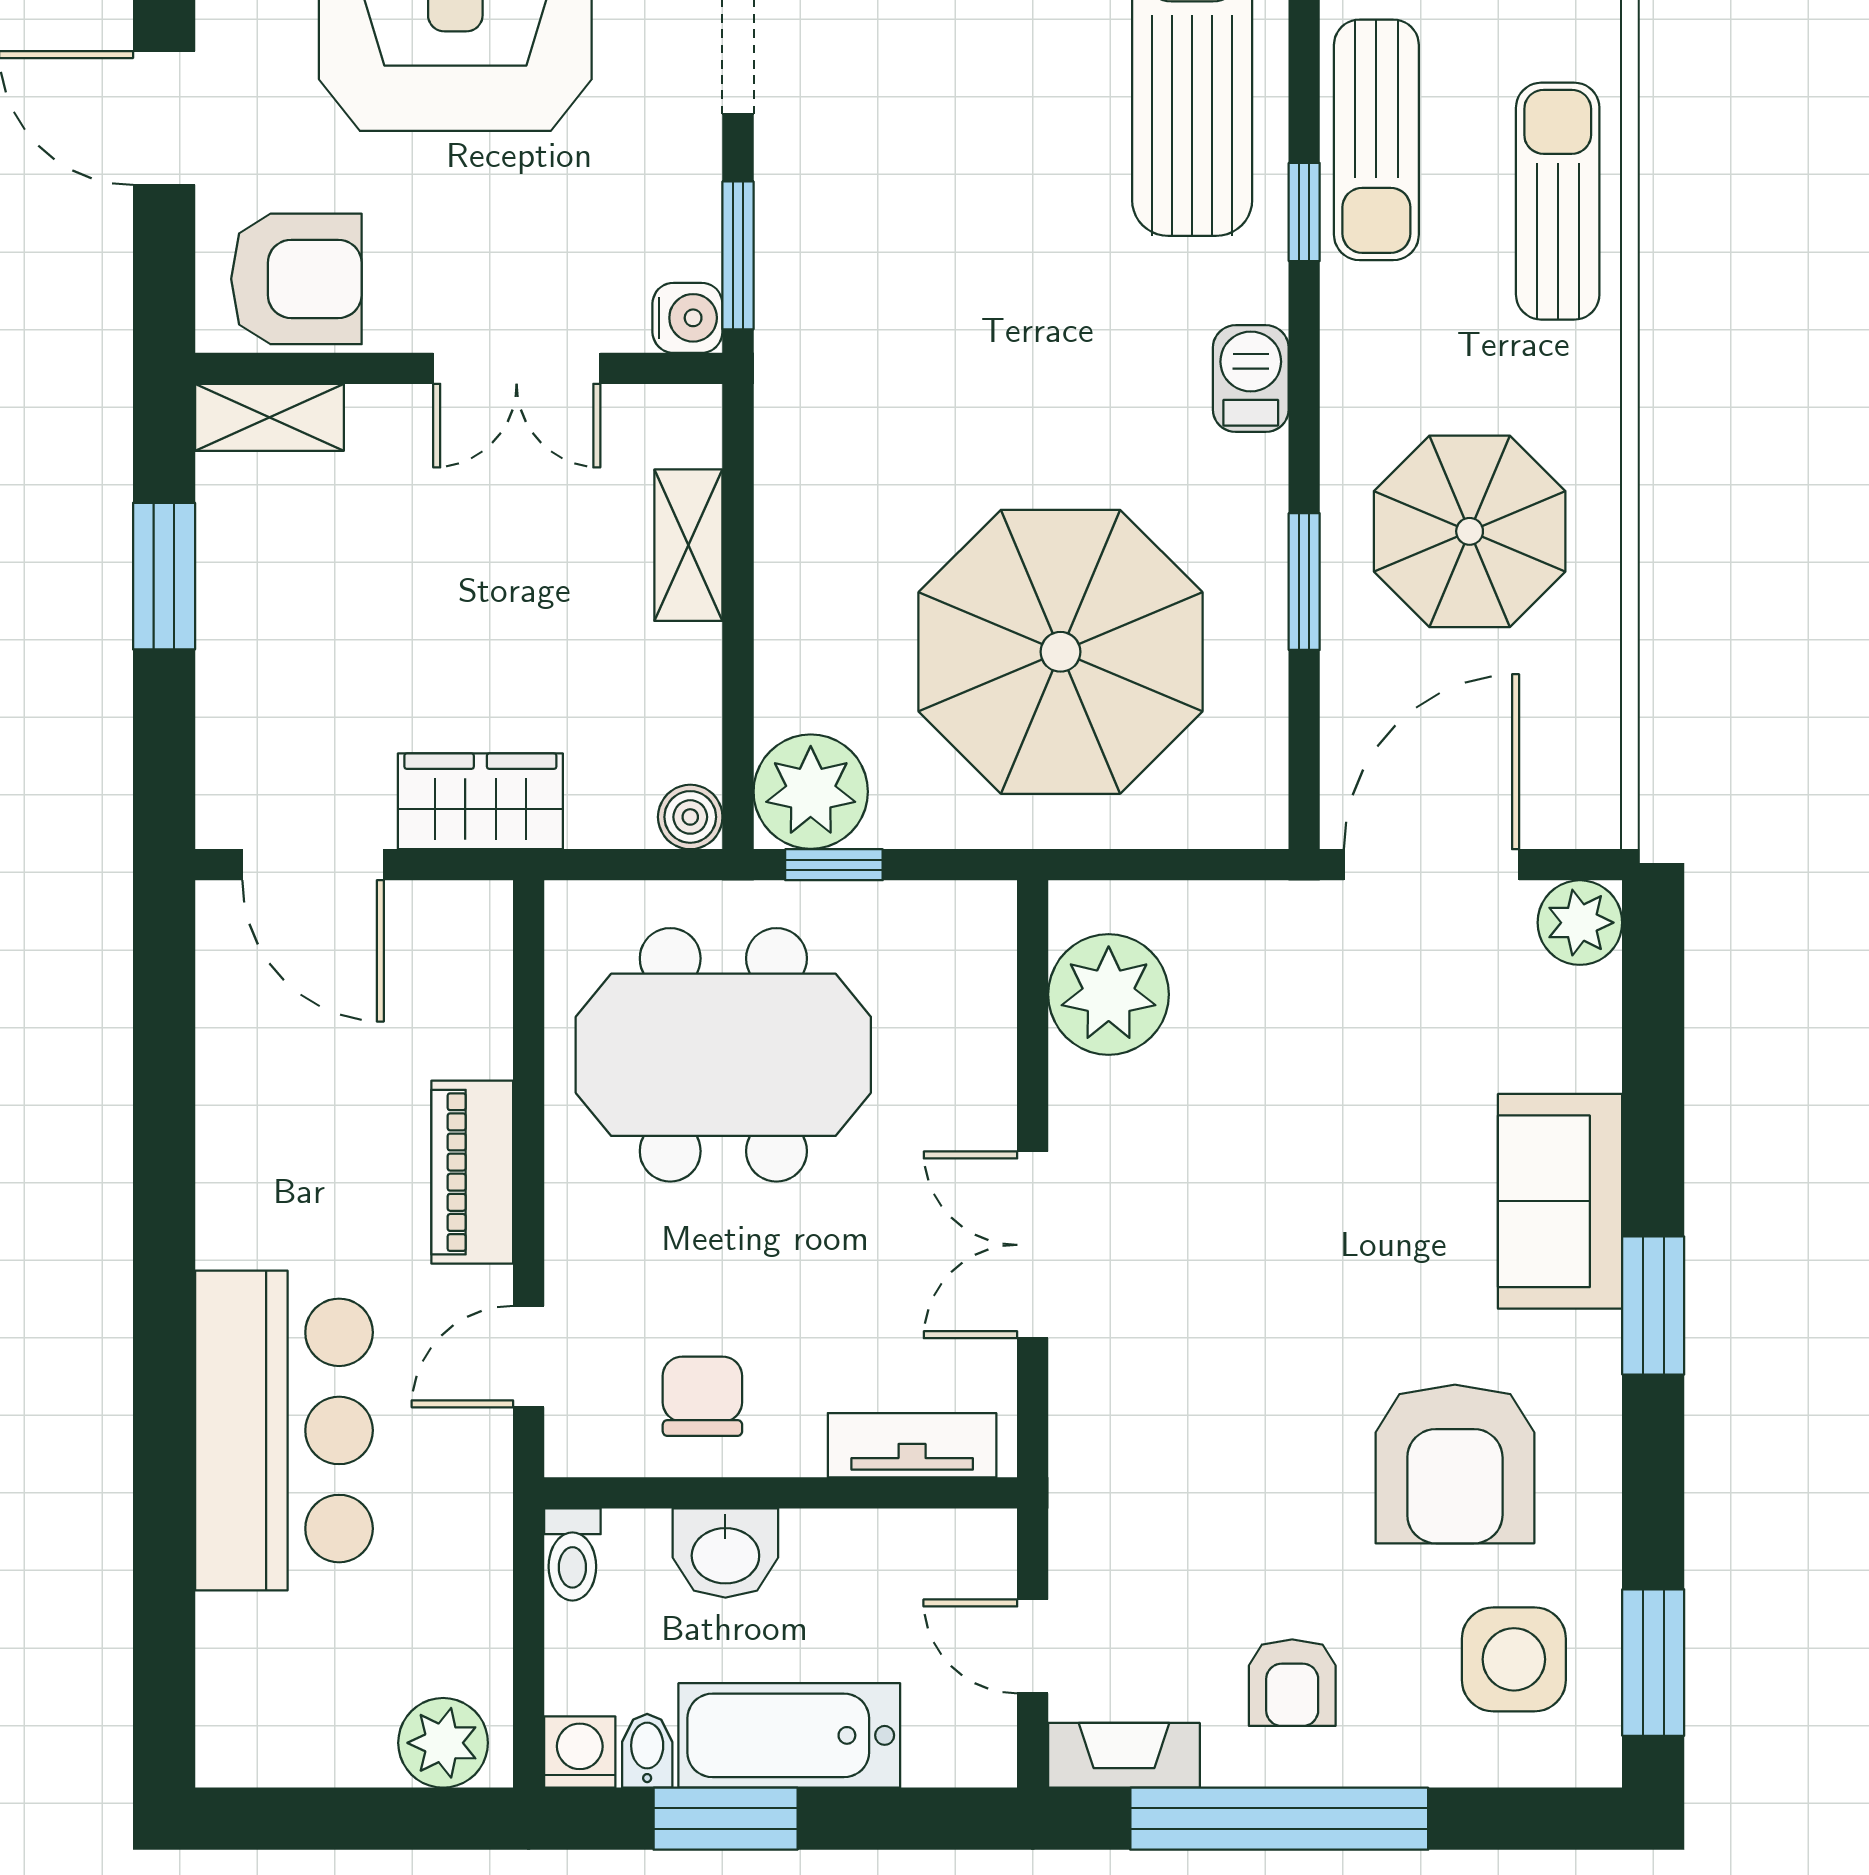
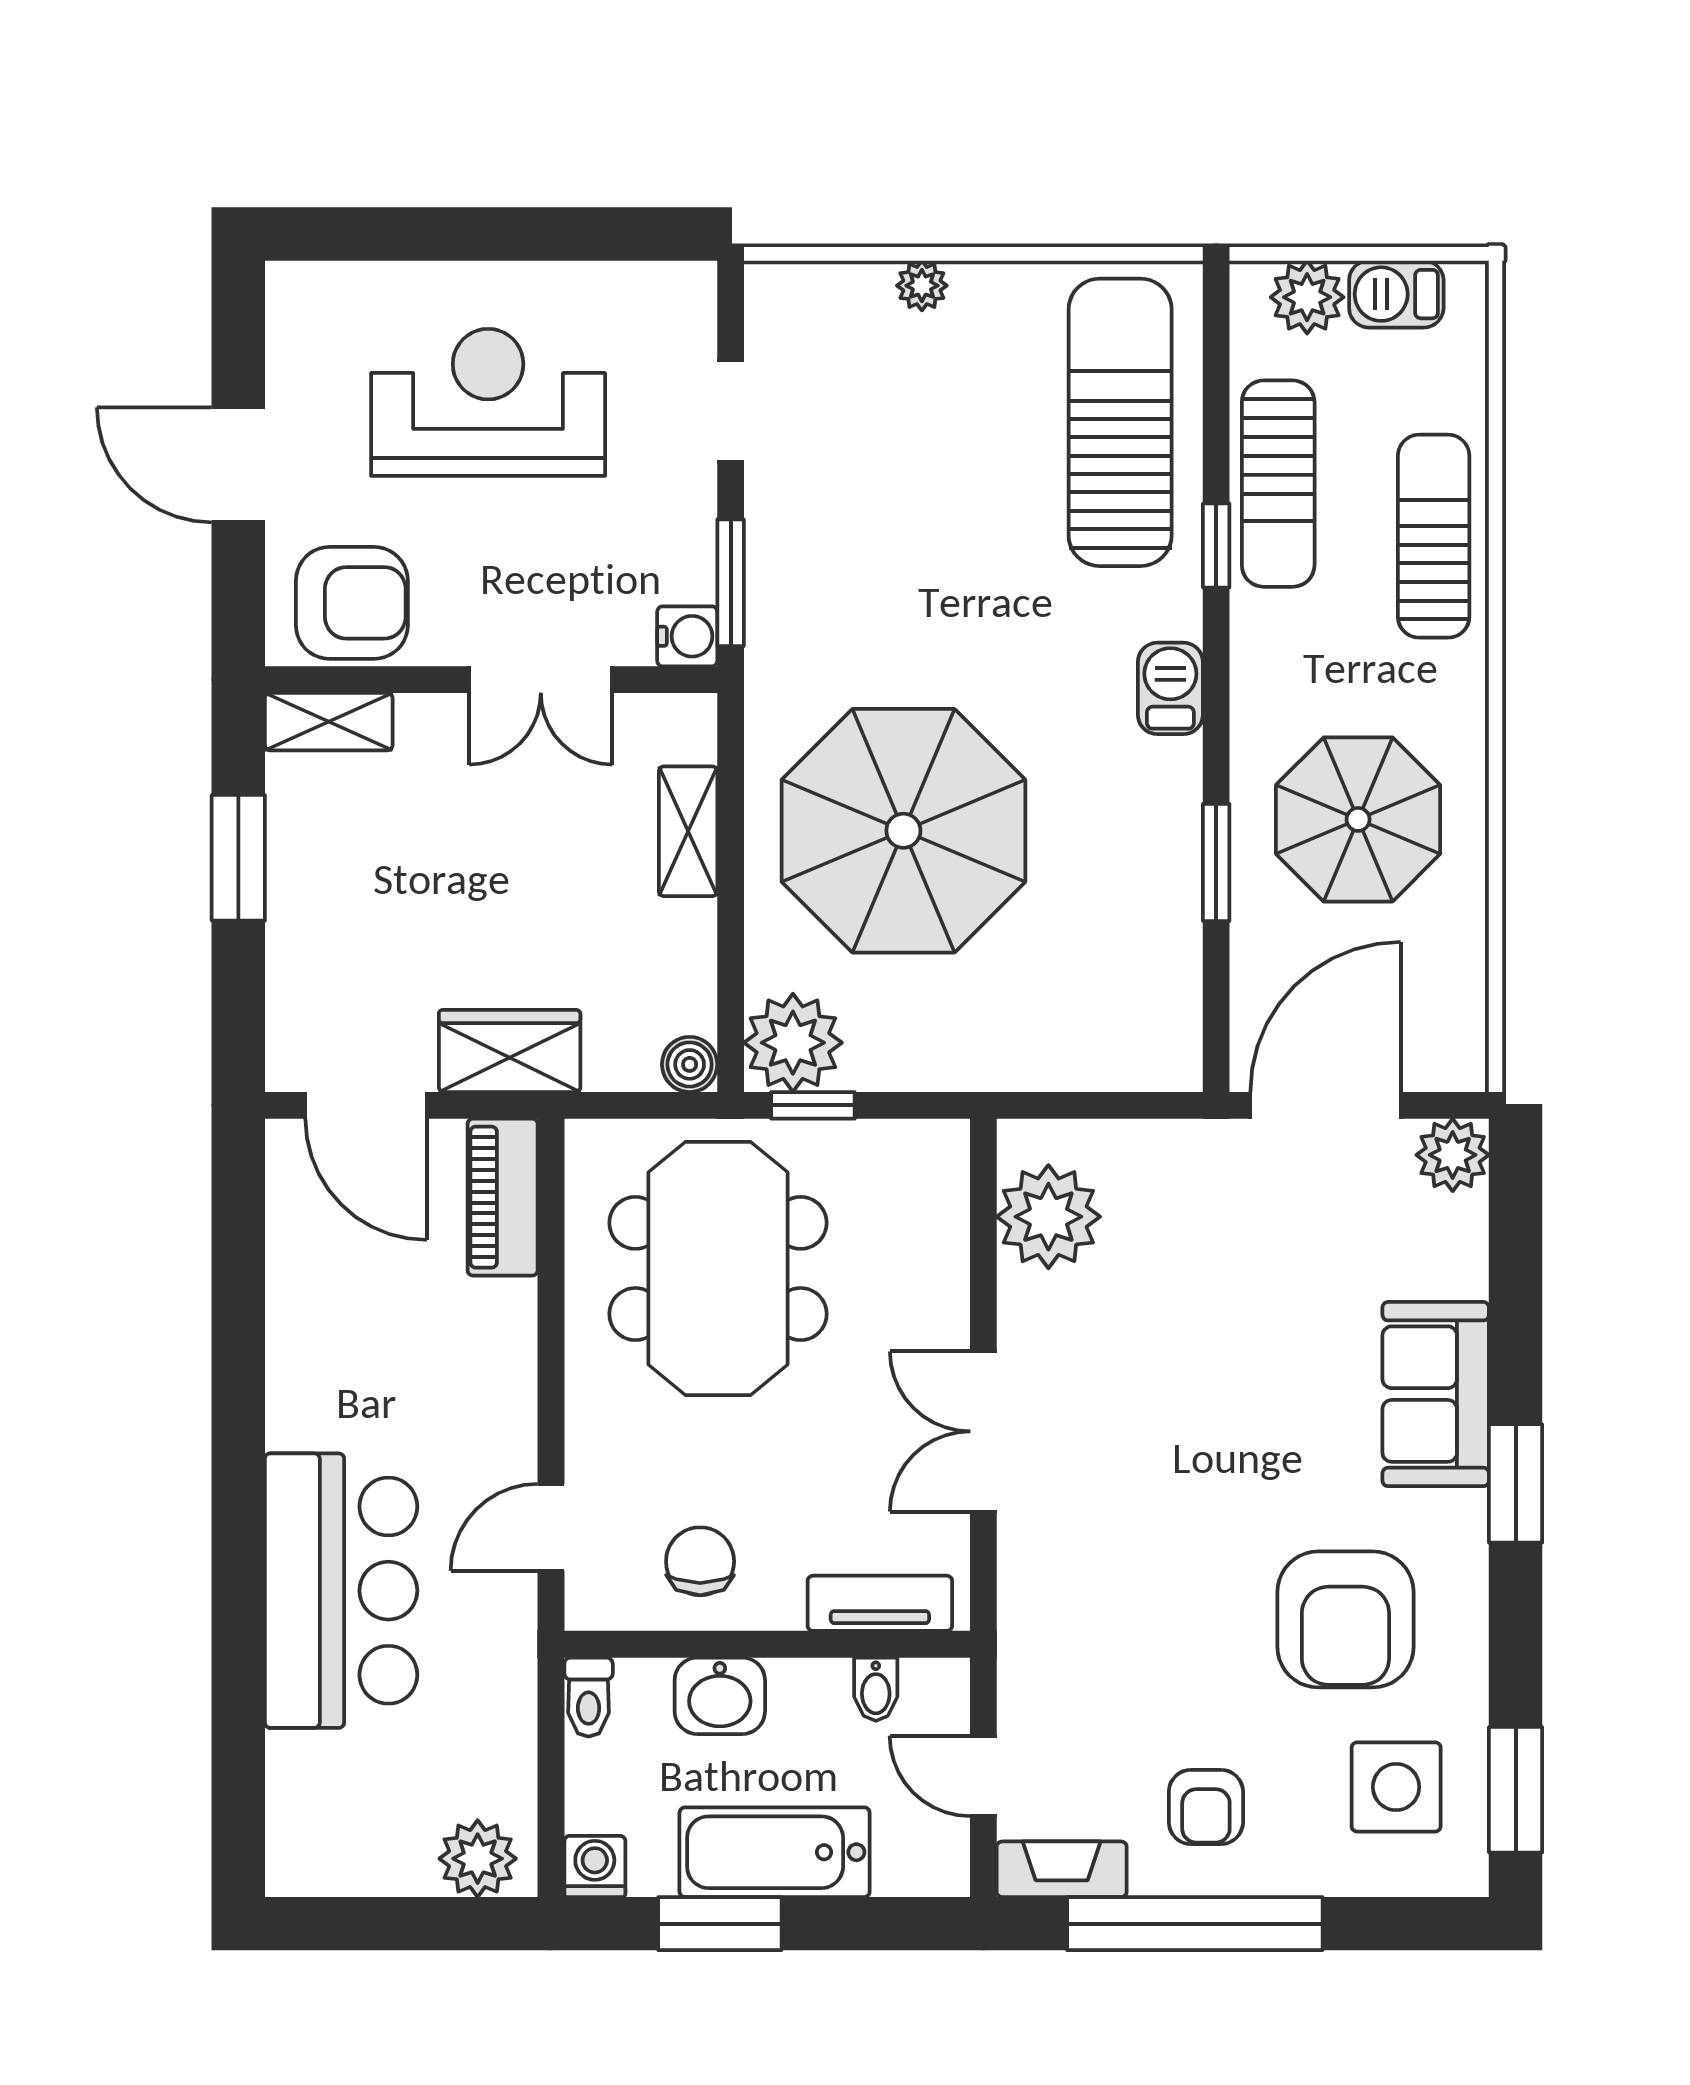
parasol: (1060, 652) -> (903, 831), moved
meeting table: (723, 1055) -> (718, 1268), turned 90
piano: (472, 1172) -> (503, 1197), moved
bidet: (647, 1751) -> (876, 1689), moved, turned 180

